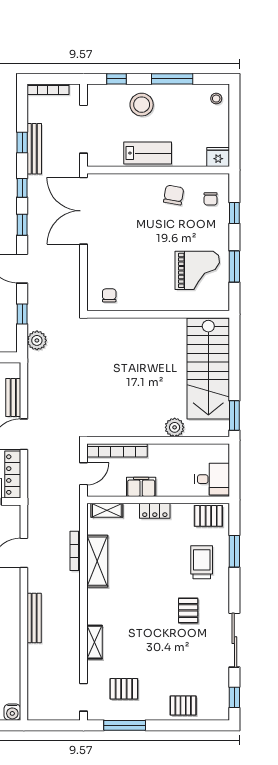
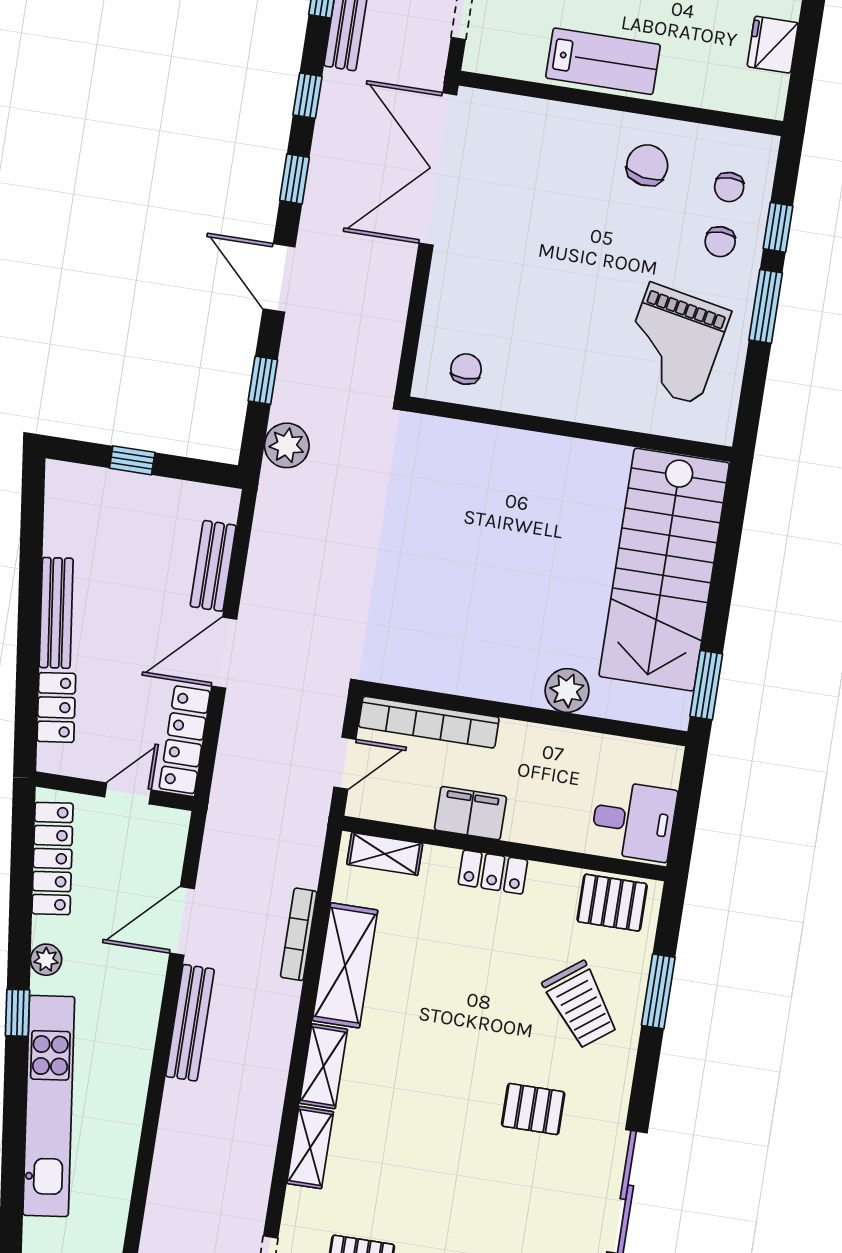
fridge: (218, 157) -> (773, 45), moved, turned -90
chair: (210, 223) -> (720, 242), added
window: (234, 267) -> (766, 306), moved
grand piano: (197, 270) -> (674, 344), turned 101
trolley: (202, 562) -> (581, 1005), turned 143
shelving: (95, 606) -> (323, 1066), added
pallet: (188, 610) -> (533, 1109), turned 90
bench: (34, 618) -> (190, 1023), moved

